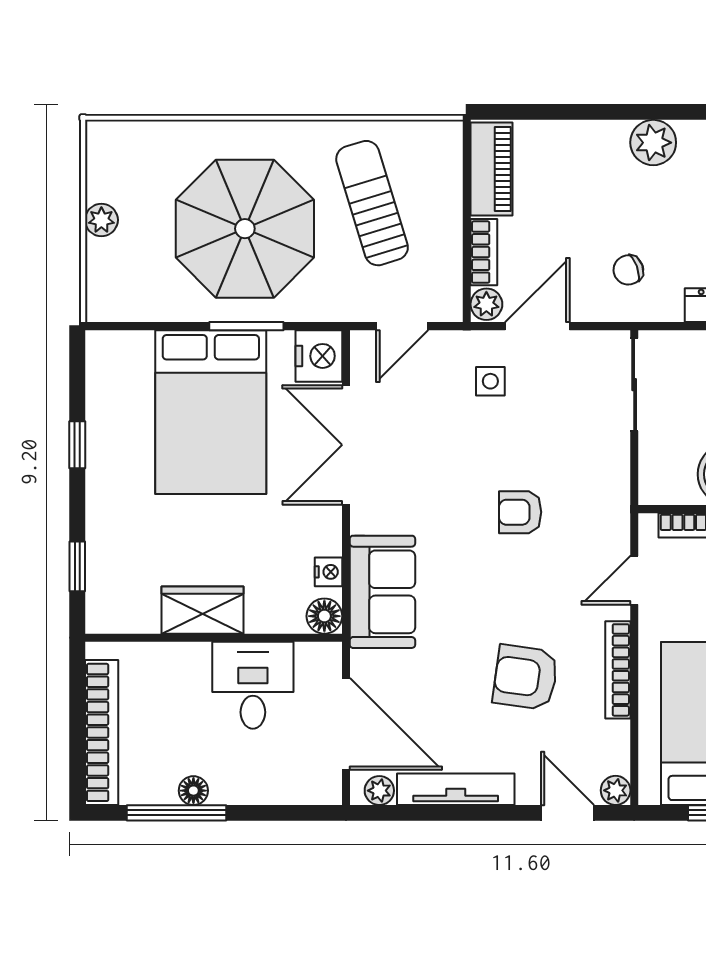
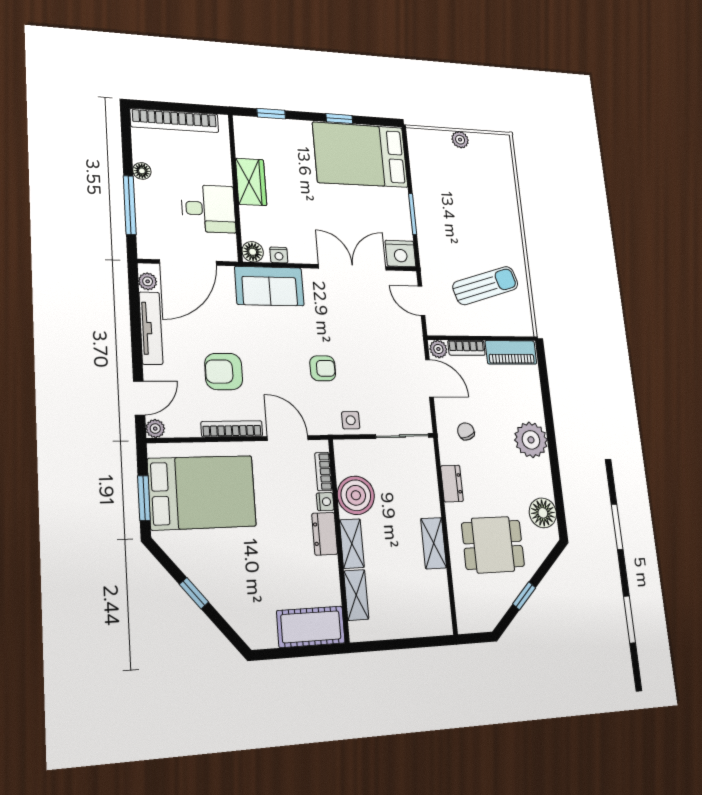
plant: (653, 143) -> (531, 440), width x1.36, depth x1.36
parasol: (245, 229) -> (464, 216), removed
side table: (490, 381) -> (351, 420), moved
bed: (211, 412) -> (360, 155), moved
armchair: (520, 512) -> (323, 368), turned 90
door: (634, 580) -> (288, 438), width x1.38
armchair: (525, 677) -> (224, 372), turned -98
window: (177, 813) -> (130, 205), moved

